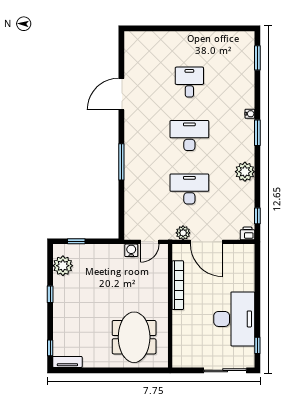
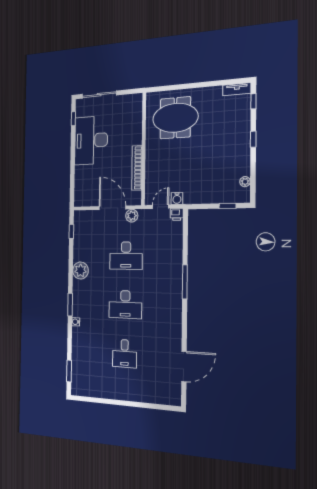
door: (121, 94) -> (184, 367), moved
printer: (247, 233) -> (177, 214), moved
plant: (63, 266) -> (245, 182), width x0.53, depth x0.53
window: (50, 294) -> (253, 139), moved
meeting table: (134, 337) -> (175, 118), turned 90

